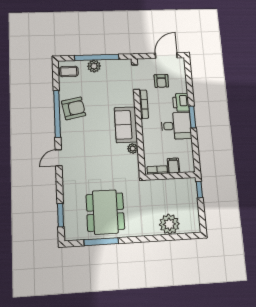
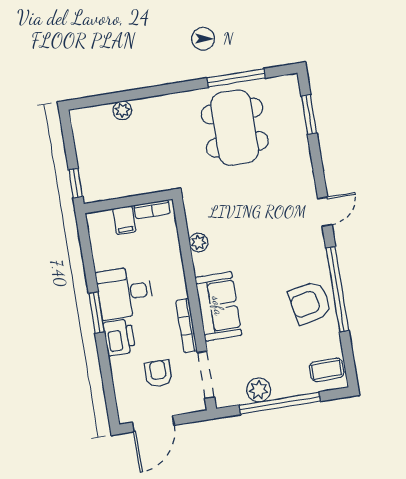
plant: (94, 66) -> (259, 390), moved
sofa: (126, 125) -> (218, 306), moved
plant: (169, 224) -> (122, 110), width x0.53, depth x0.53

